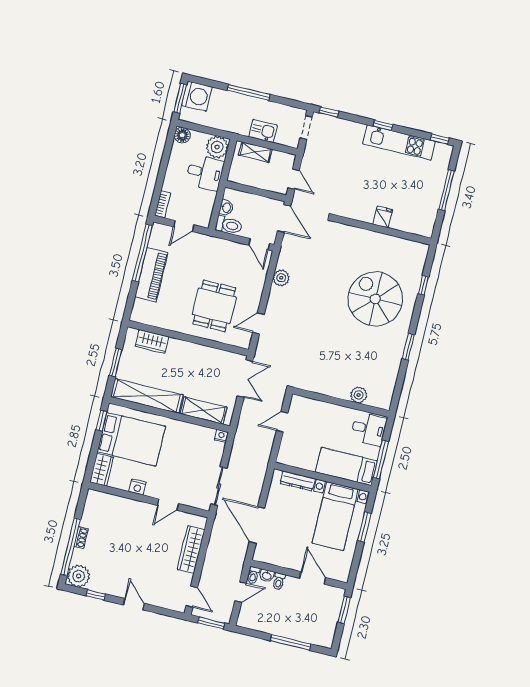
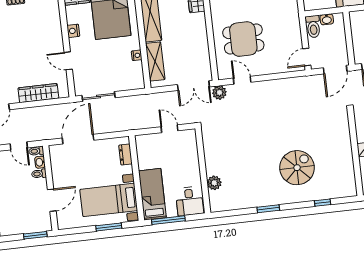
plant: (281, 278) -> (219, 93), moved
spiral stairs: (375, 299) -> (297, 168), width x0.73, depth x0.73
nightstand: (221, 436) -> (137, 55), moved
dresser: (297, 481) -> (125, 154), width x0.70

